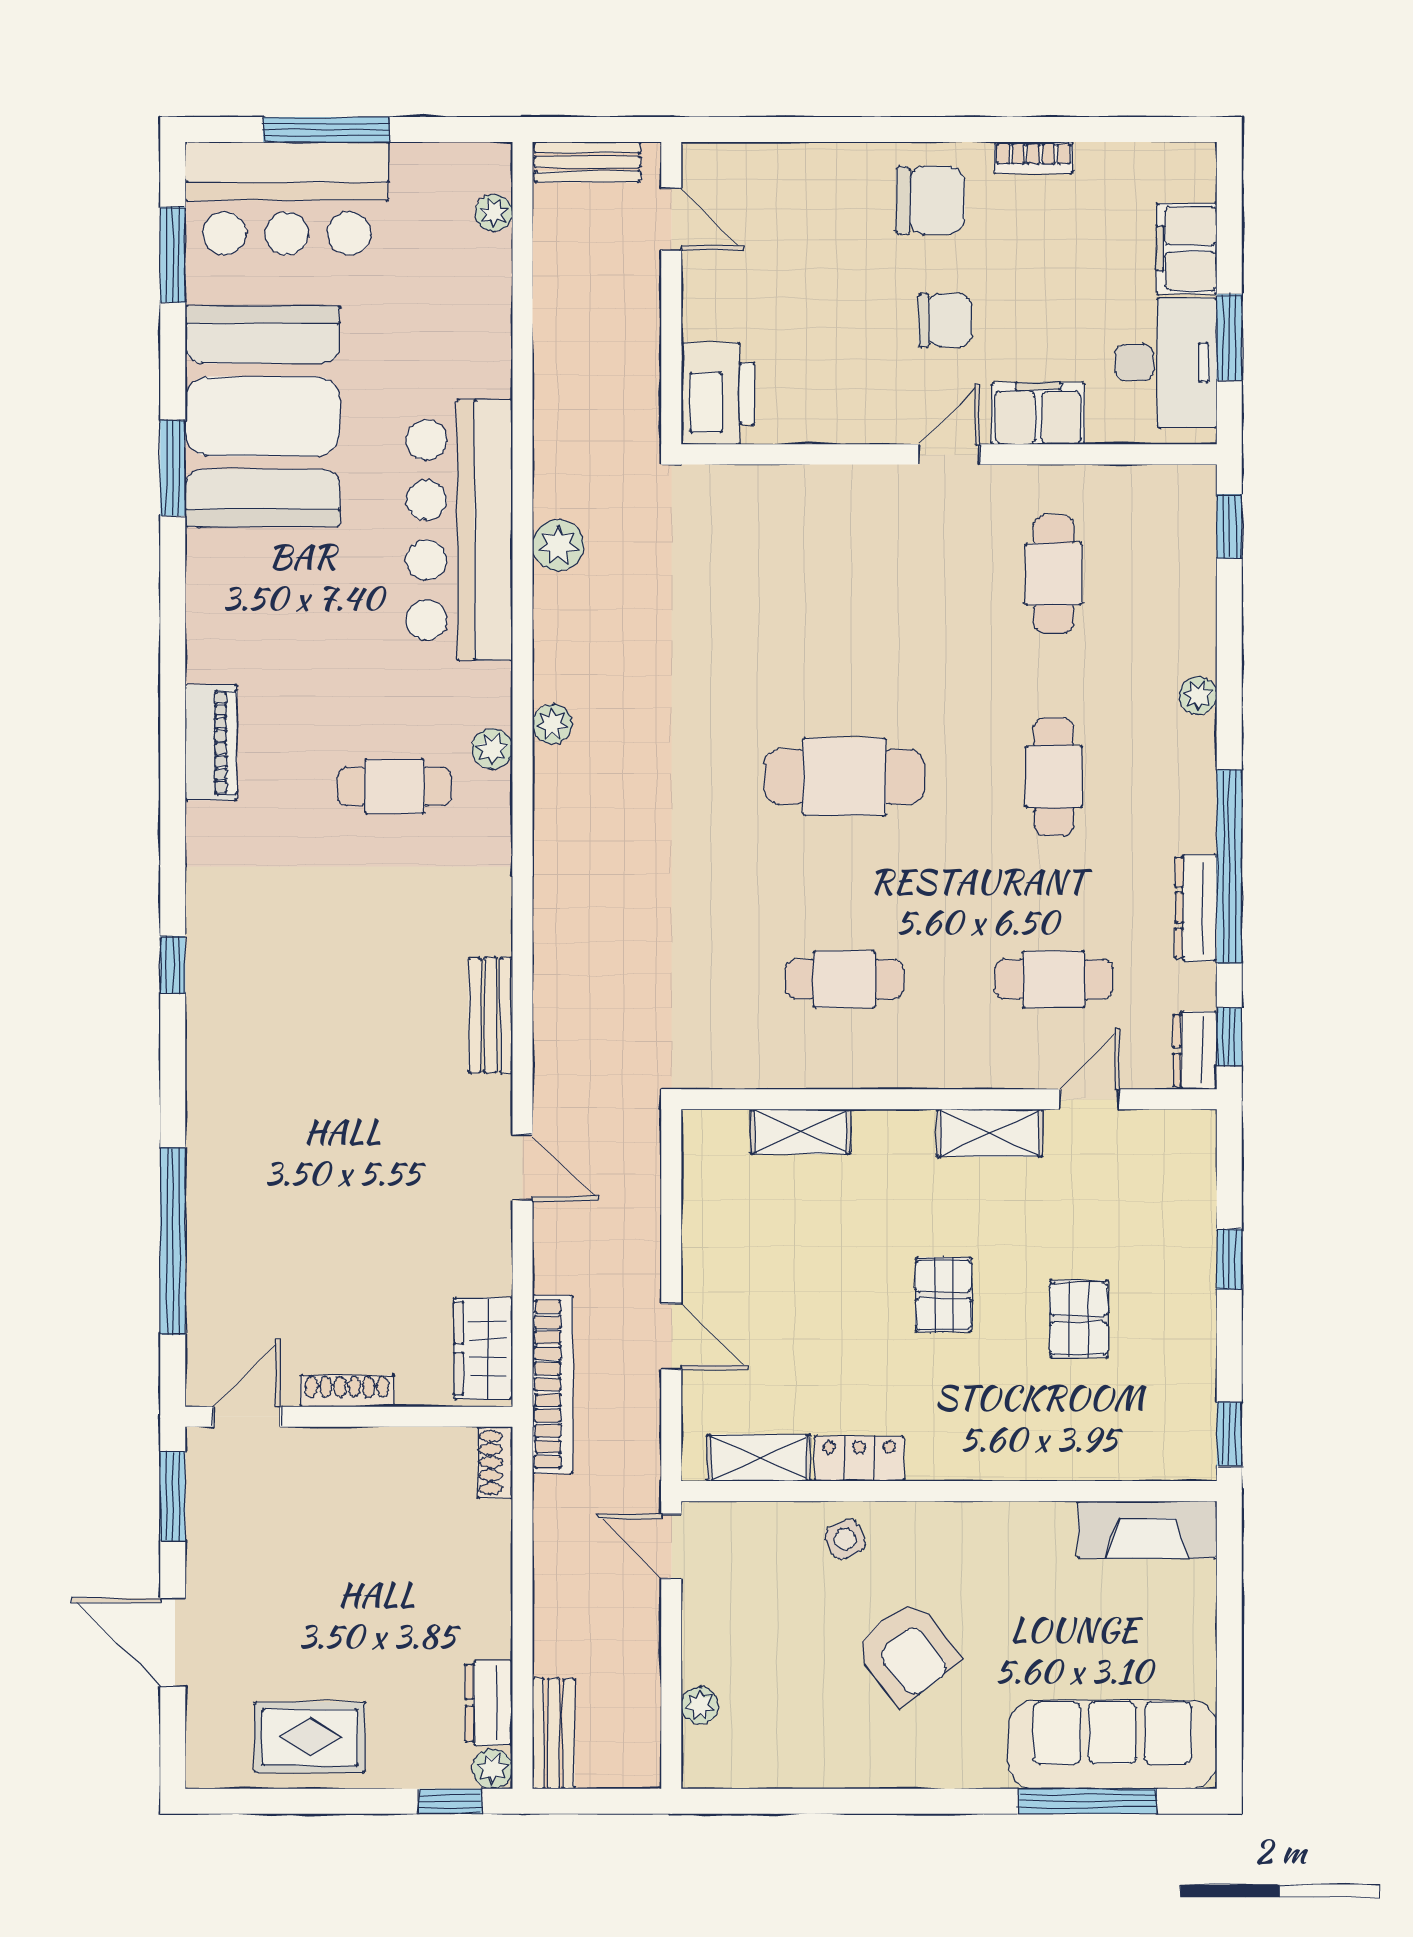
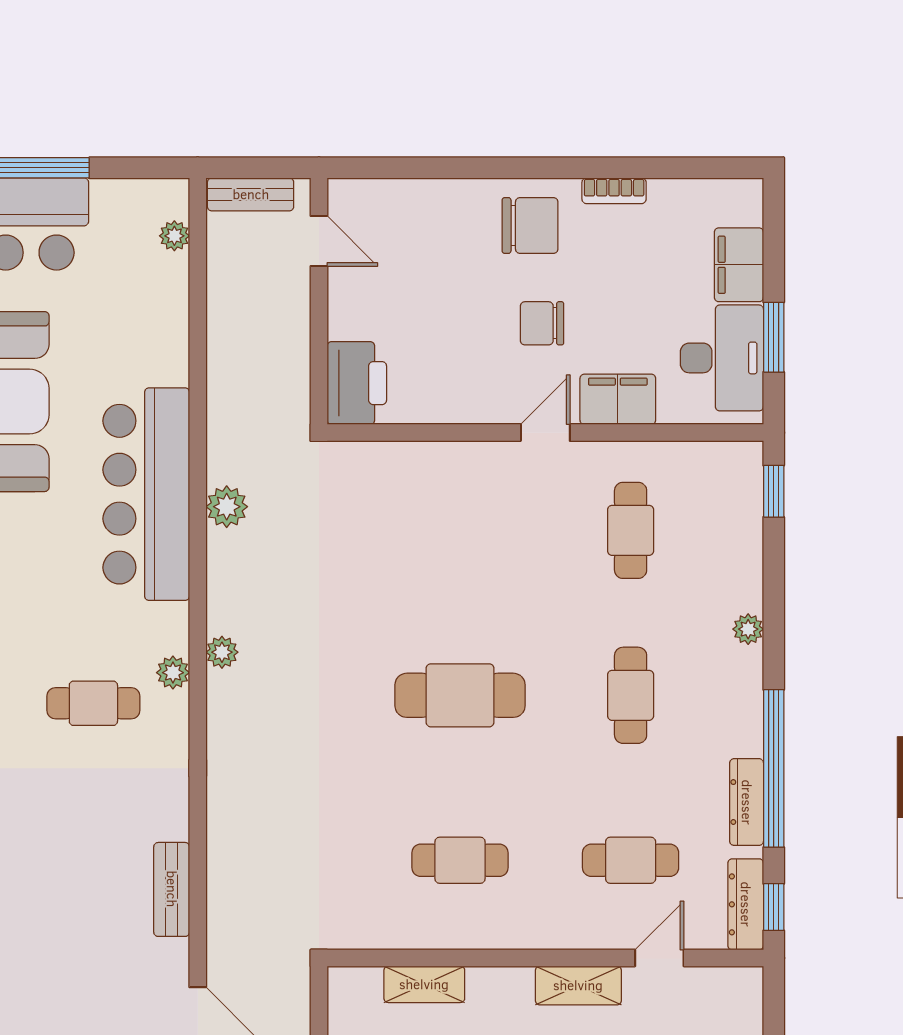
chair: (945, 320) -> (542, 323), turned 180
dresser: (1195, 1050) -> (746, 904), width x1.44

